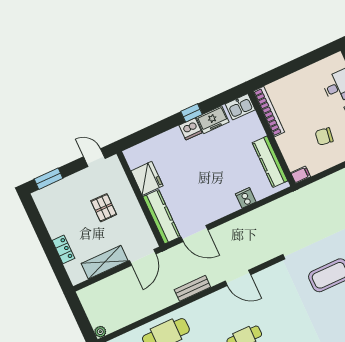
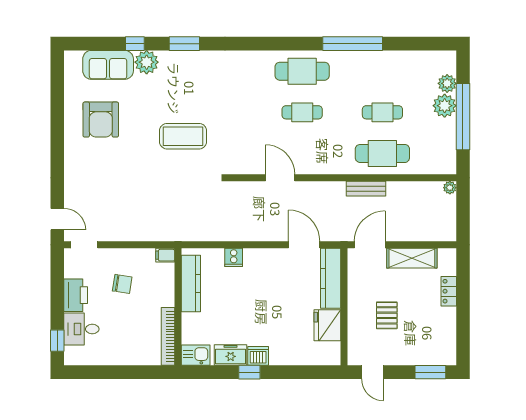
bench: (192, 288) -> (366, 189), moved

